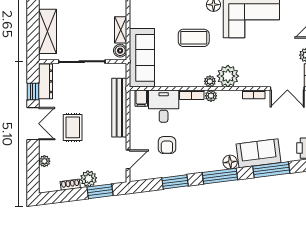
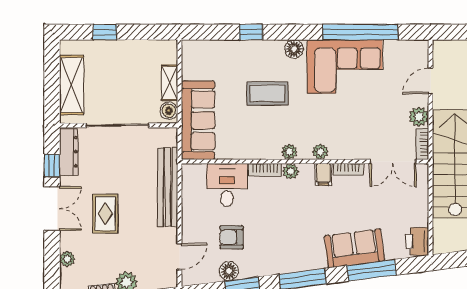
plant: (228, 76) -> (320, 152), width x0.53, depth x0.53
filing cabinet: (141, 98) -> (323, 174), moved
armchair: (167, 145) -> (232, 237), turned 90
floor lamp: (230, 162) -> (229, 271), moved

